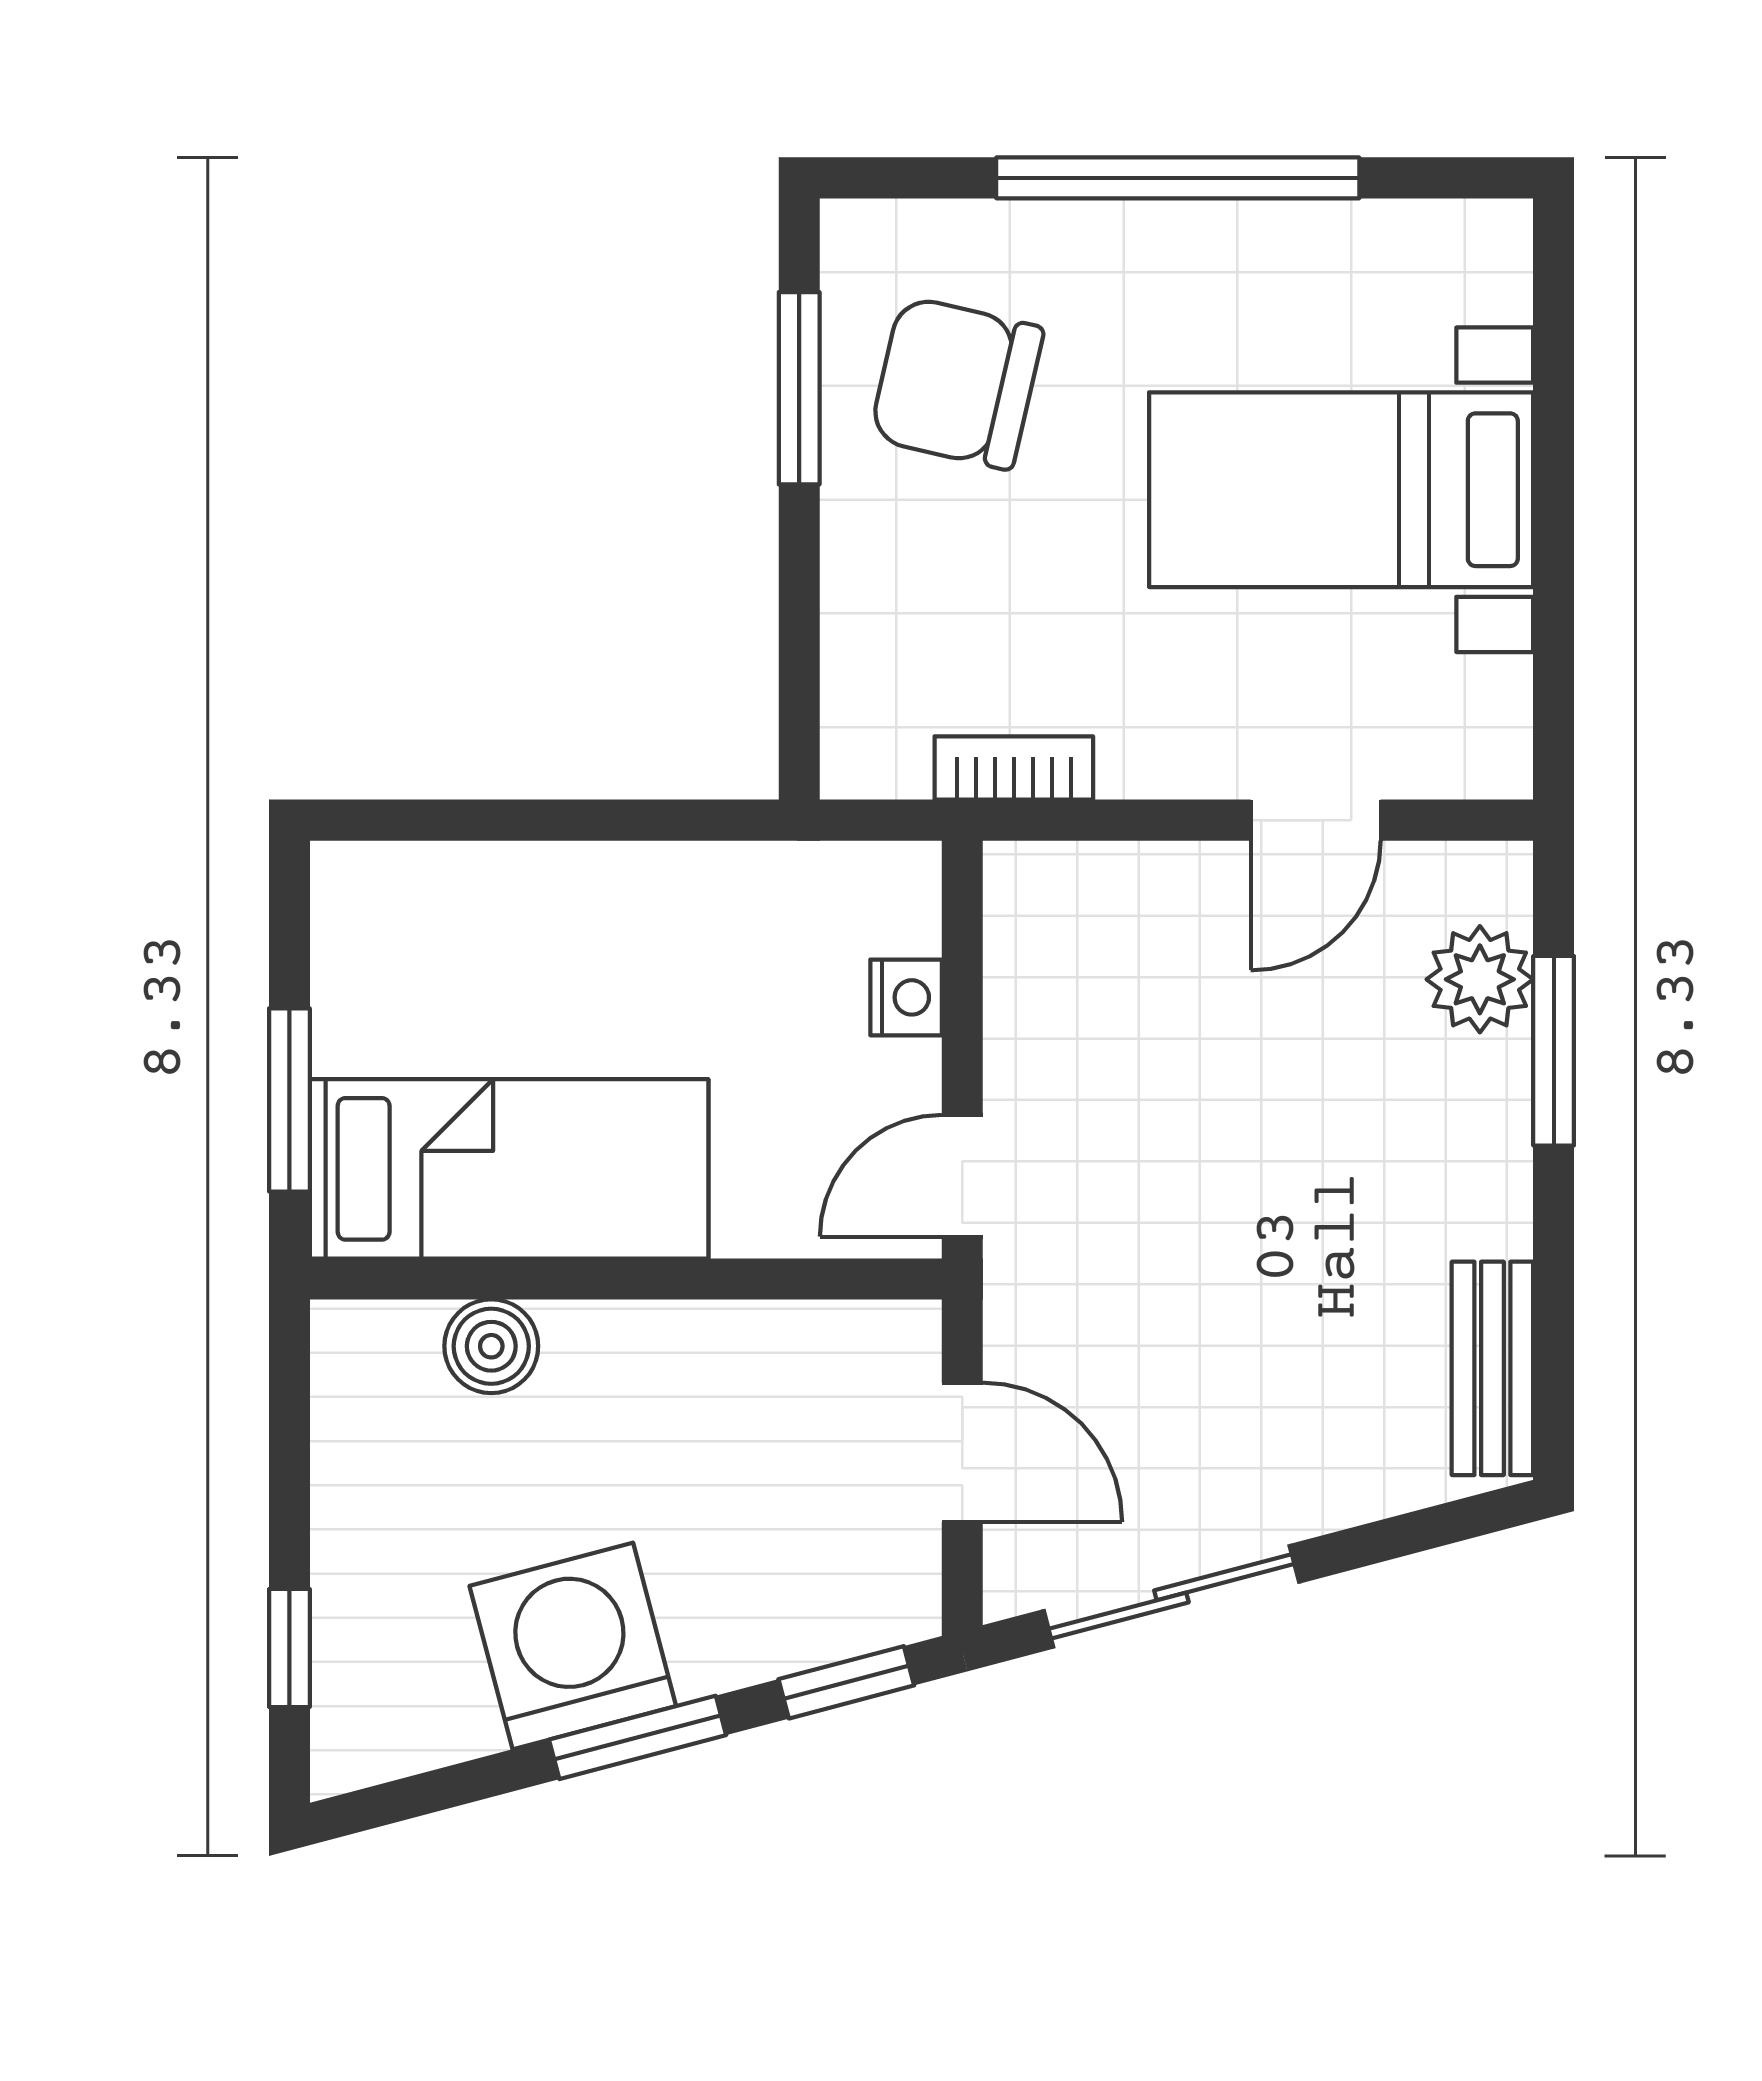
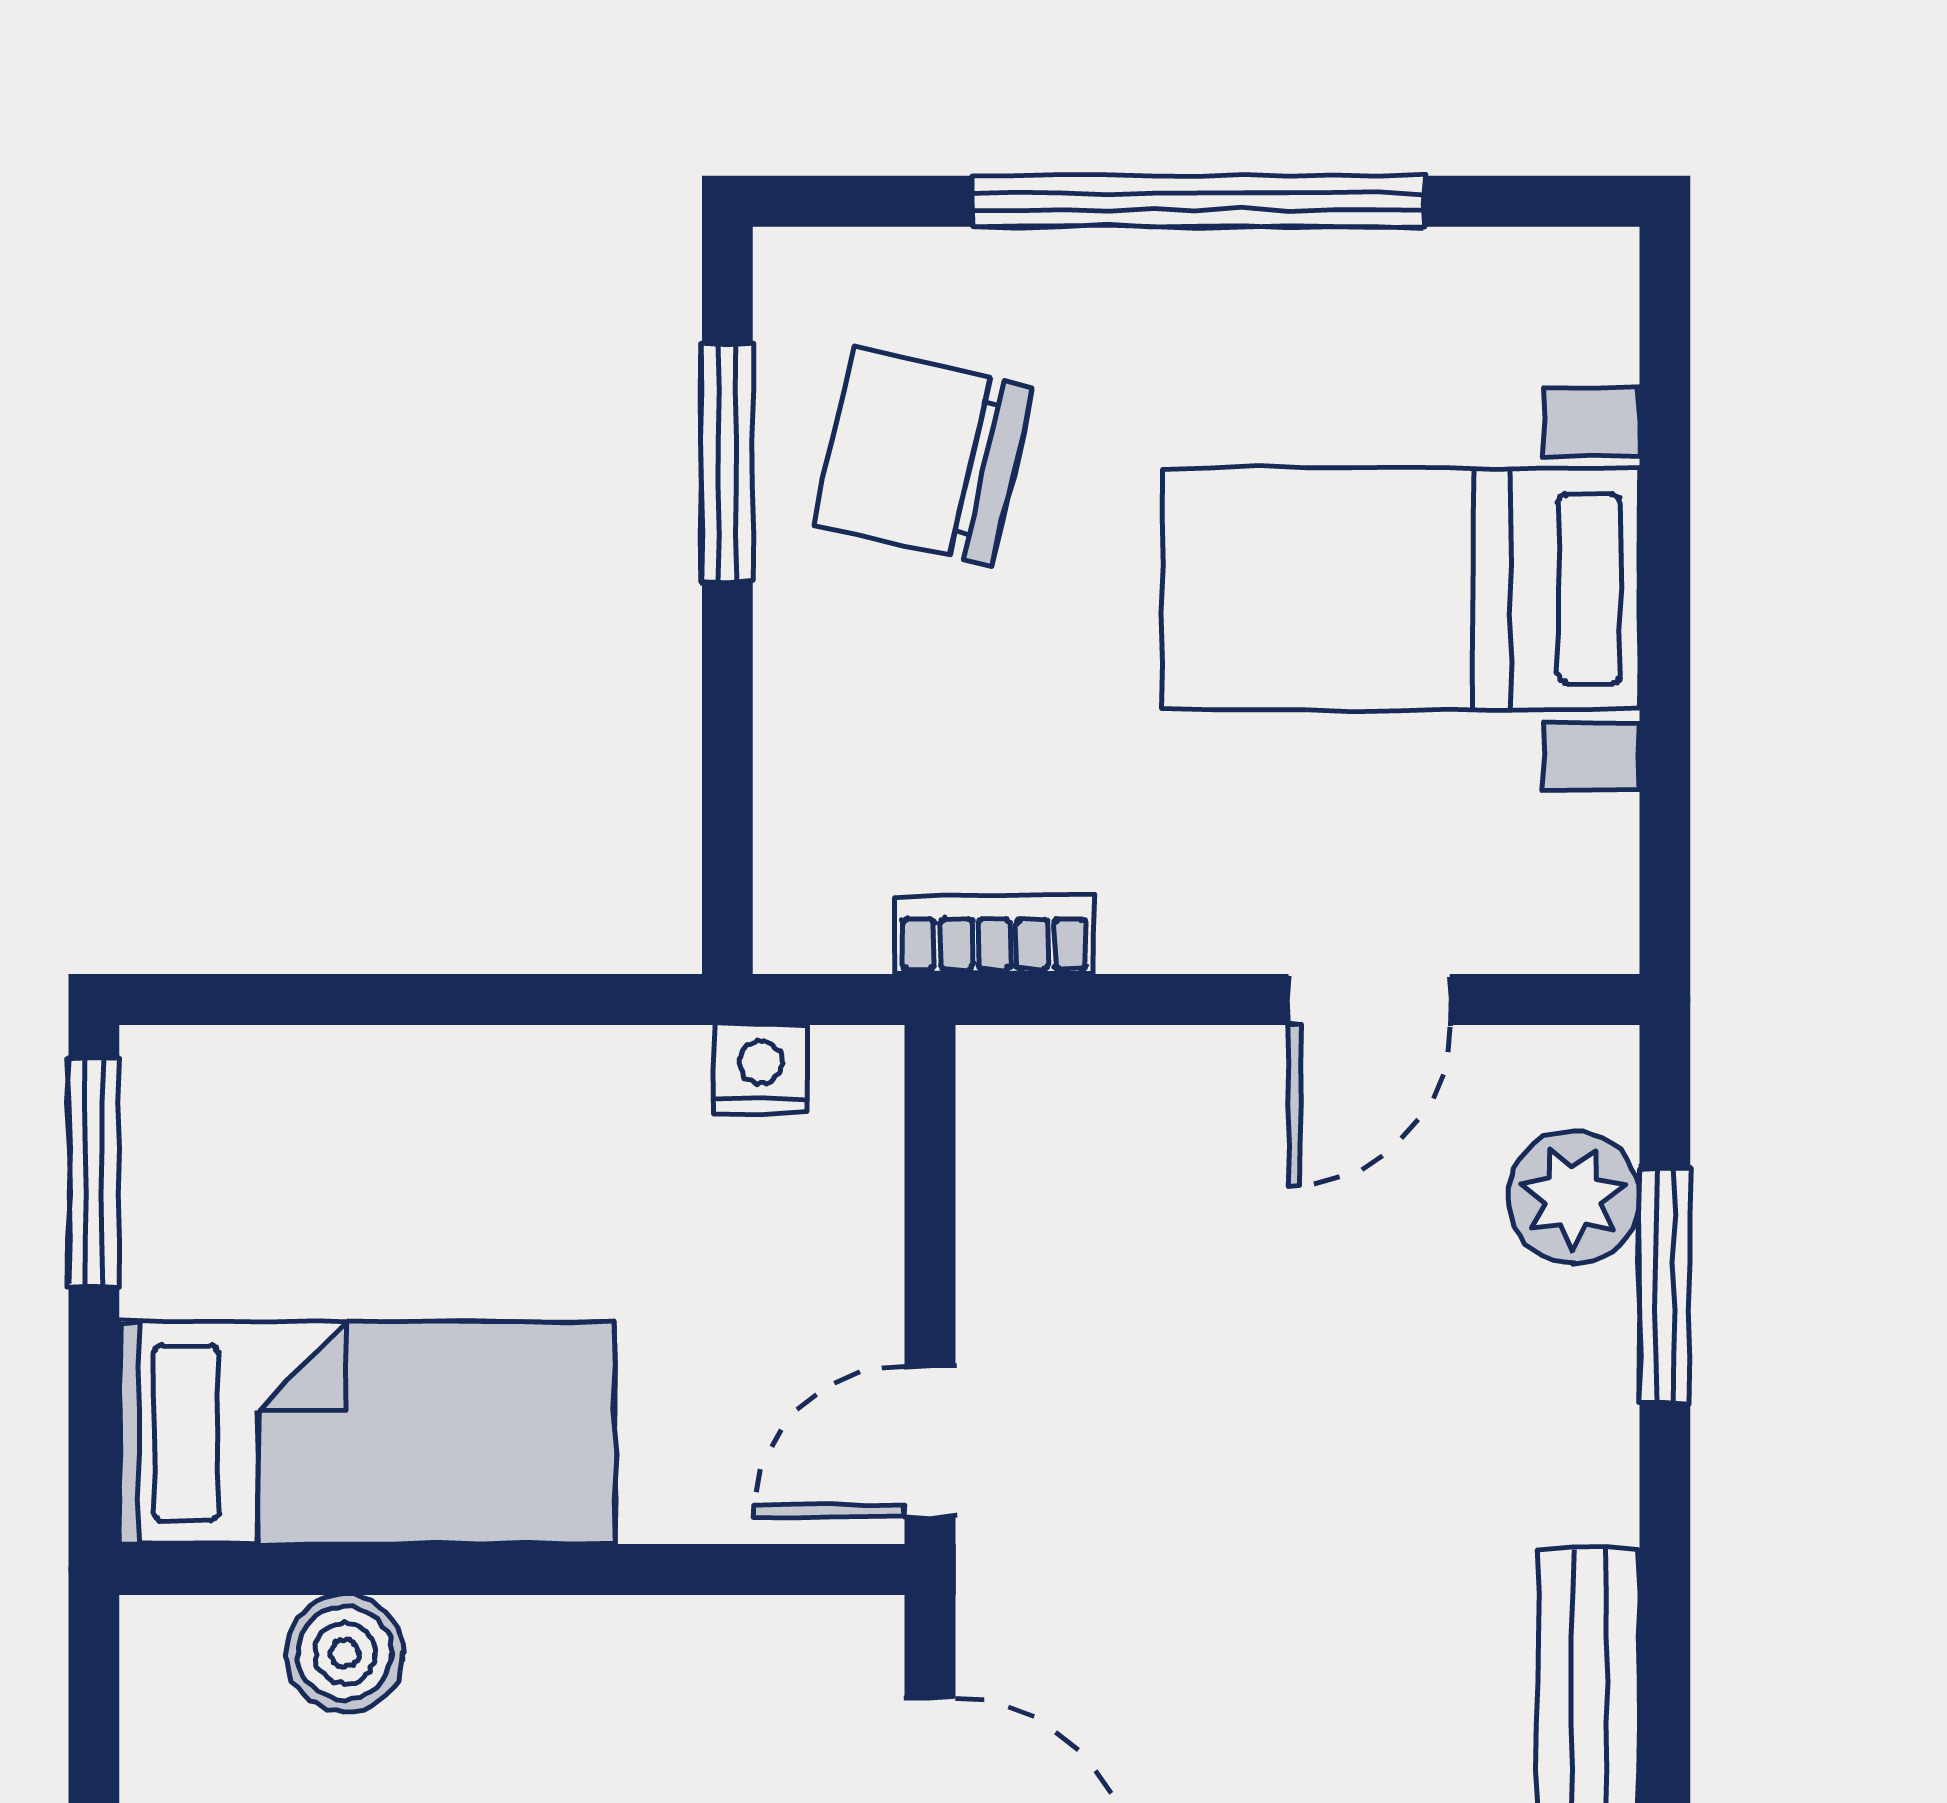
nightstand: (906, 997) -> (761, 1069), moved, turned -90
window: (289, 1100) -> (94, 1171), moved

